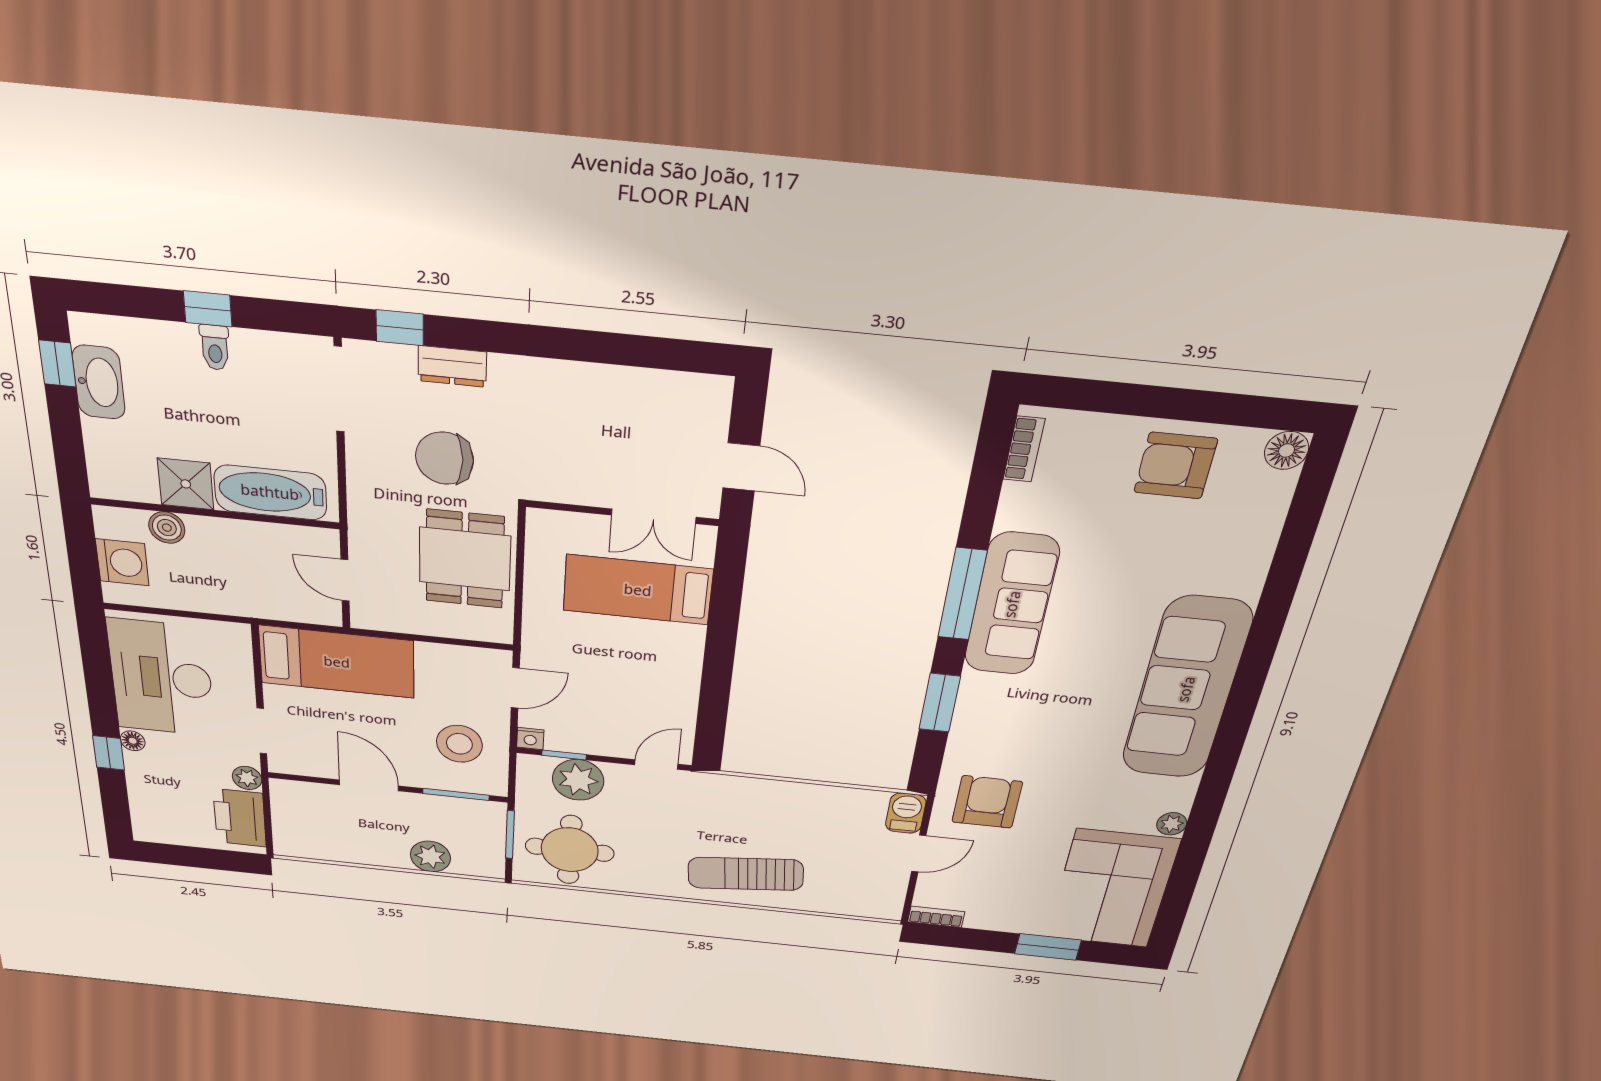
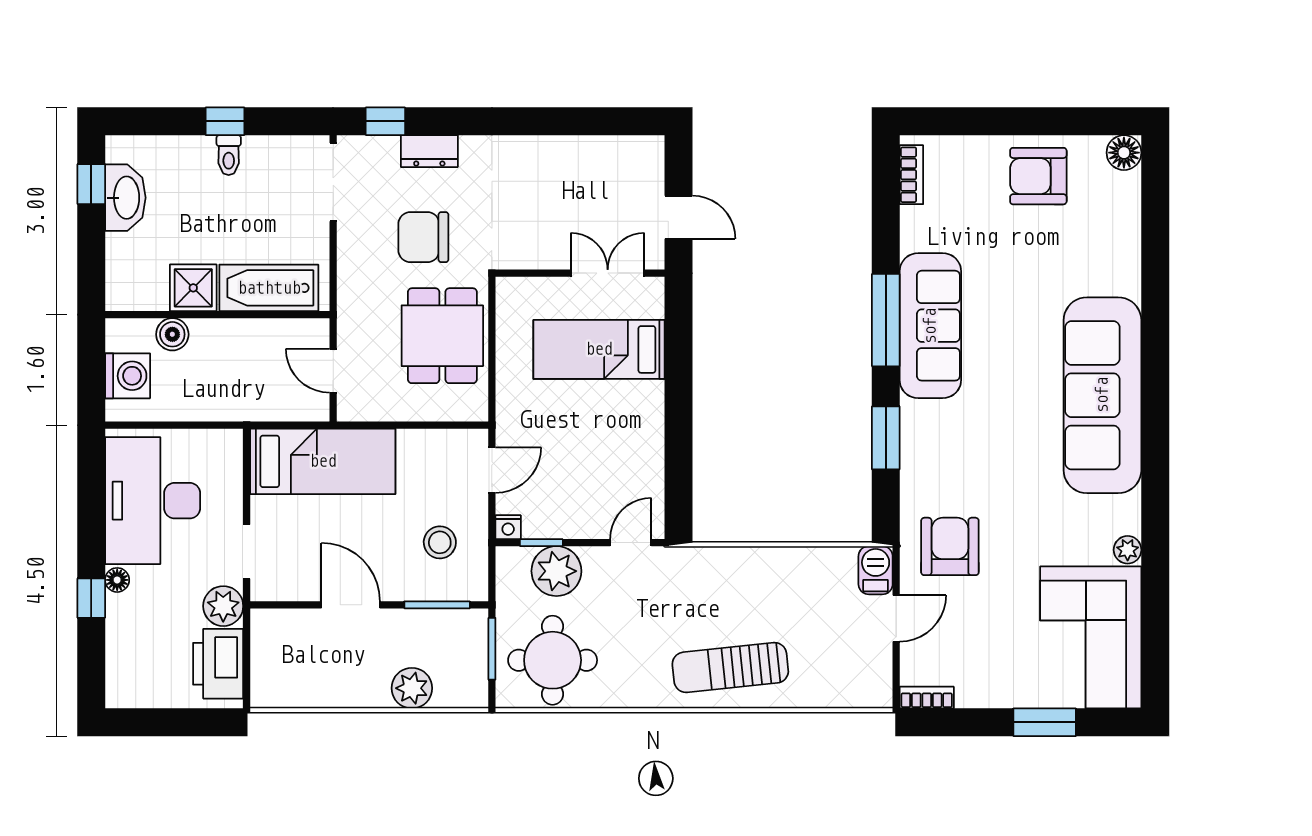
double door: (654, 516) -> (608, 273), swing flipped
stool: (459, 744) -> (440, 542), width x0.73, depth x0.73
plant: (247, 778) -> (223, 606), width x1.38, depth x1.38

